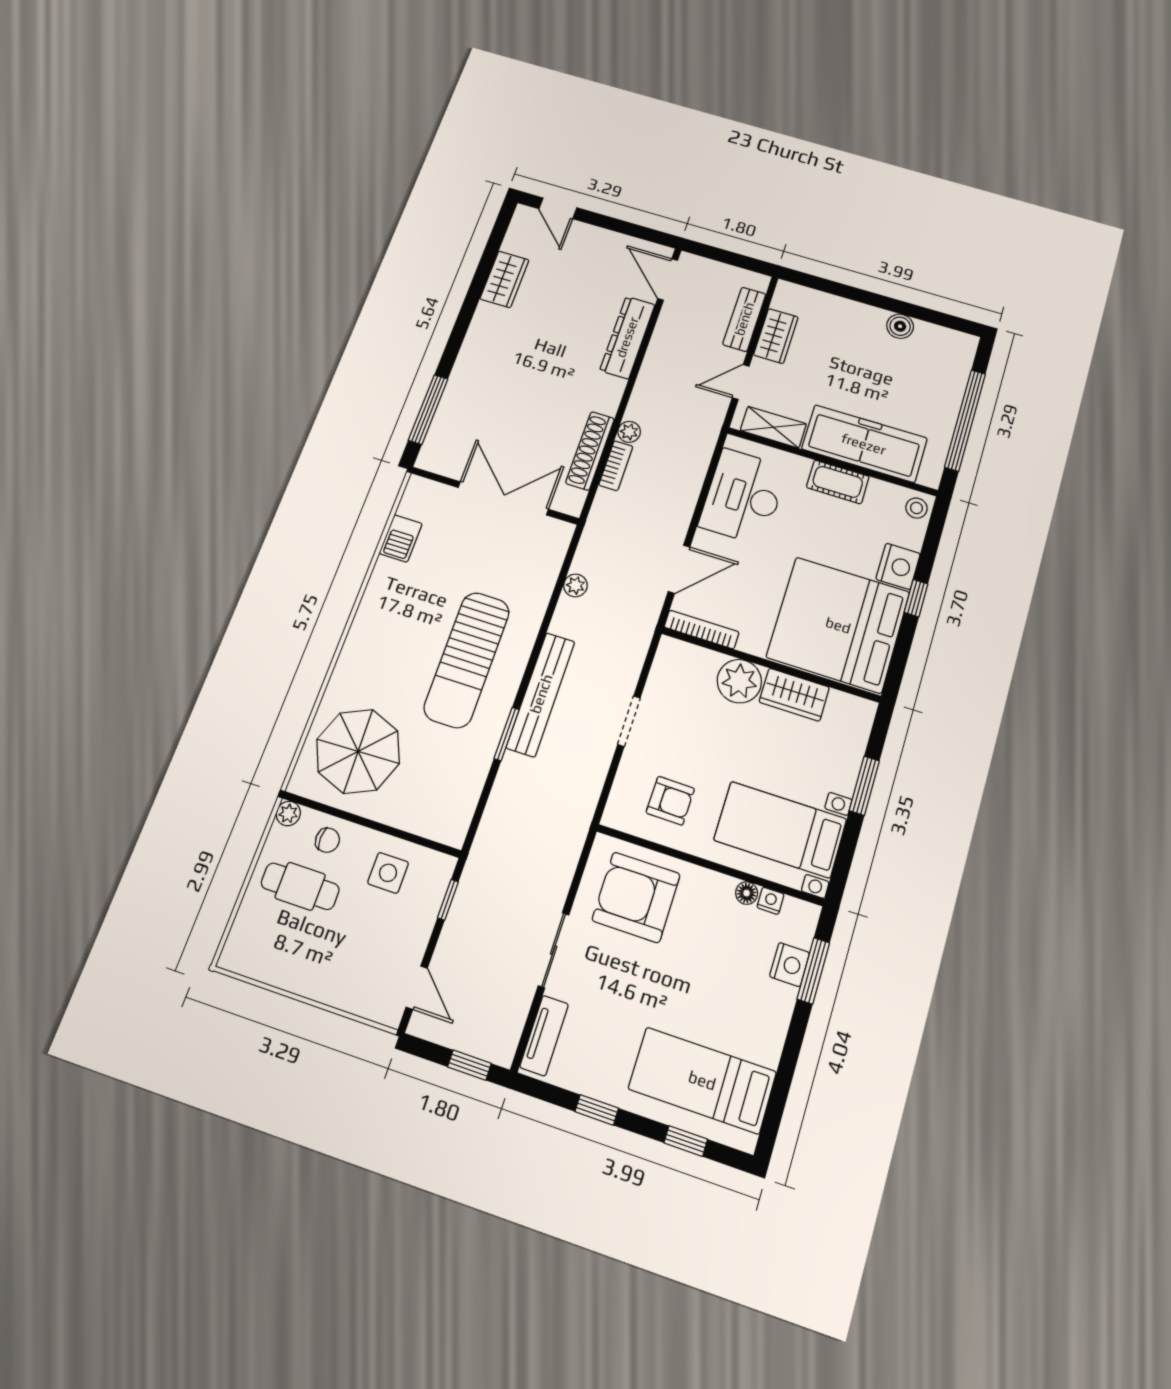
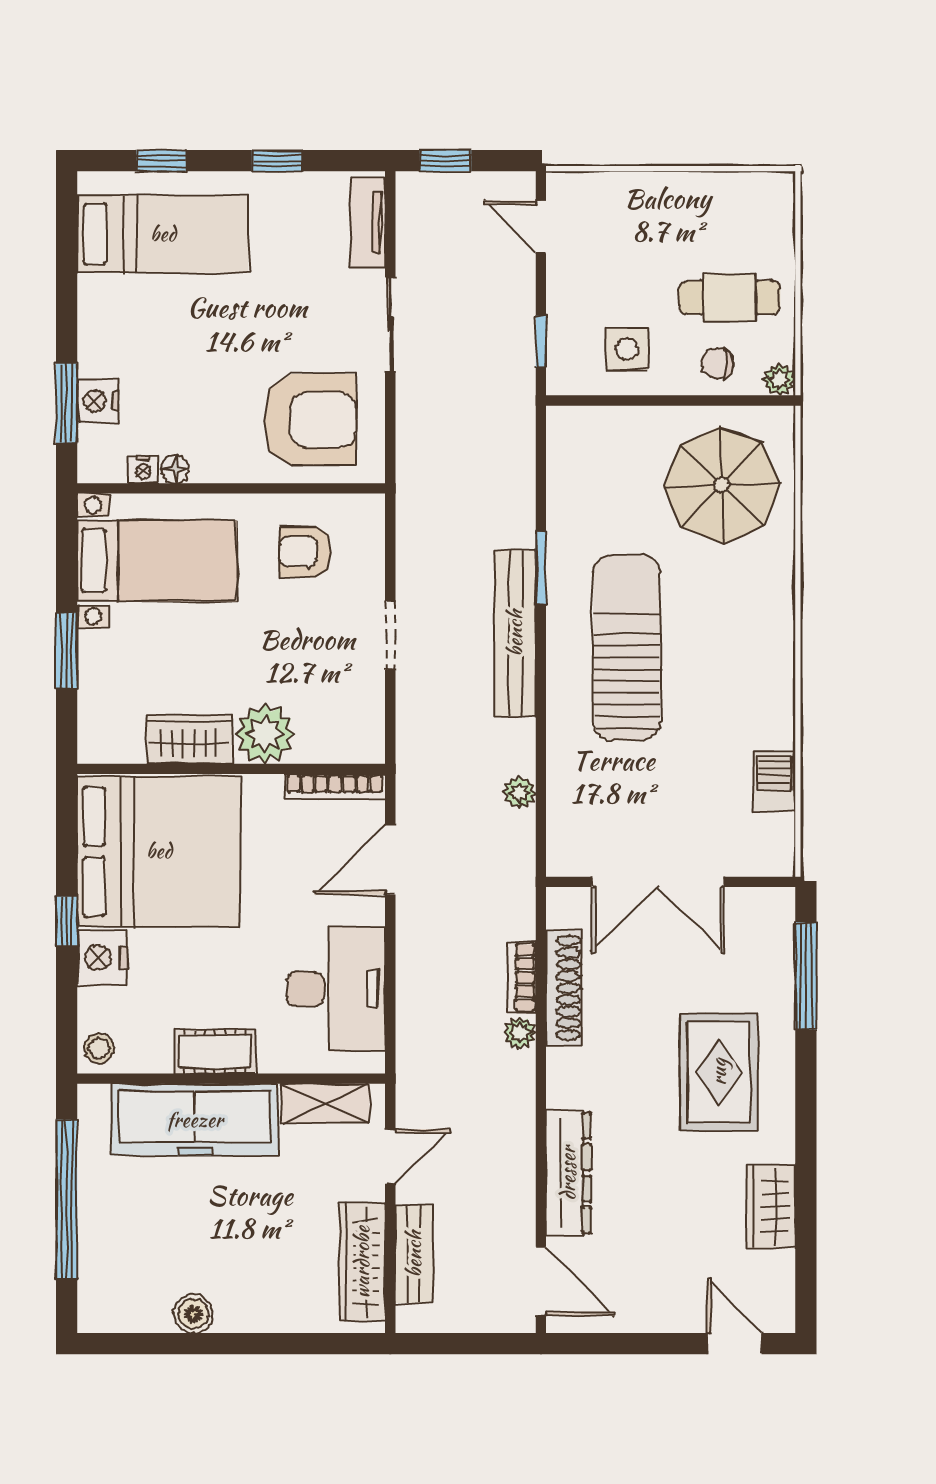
wardrobe: (776, 336) -> (362, 1262), width x1.50
rug: (507, 368) -> (719, 1072), added

